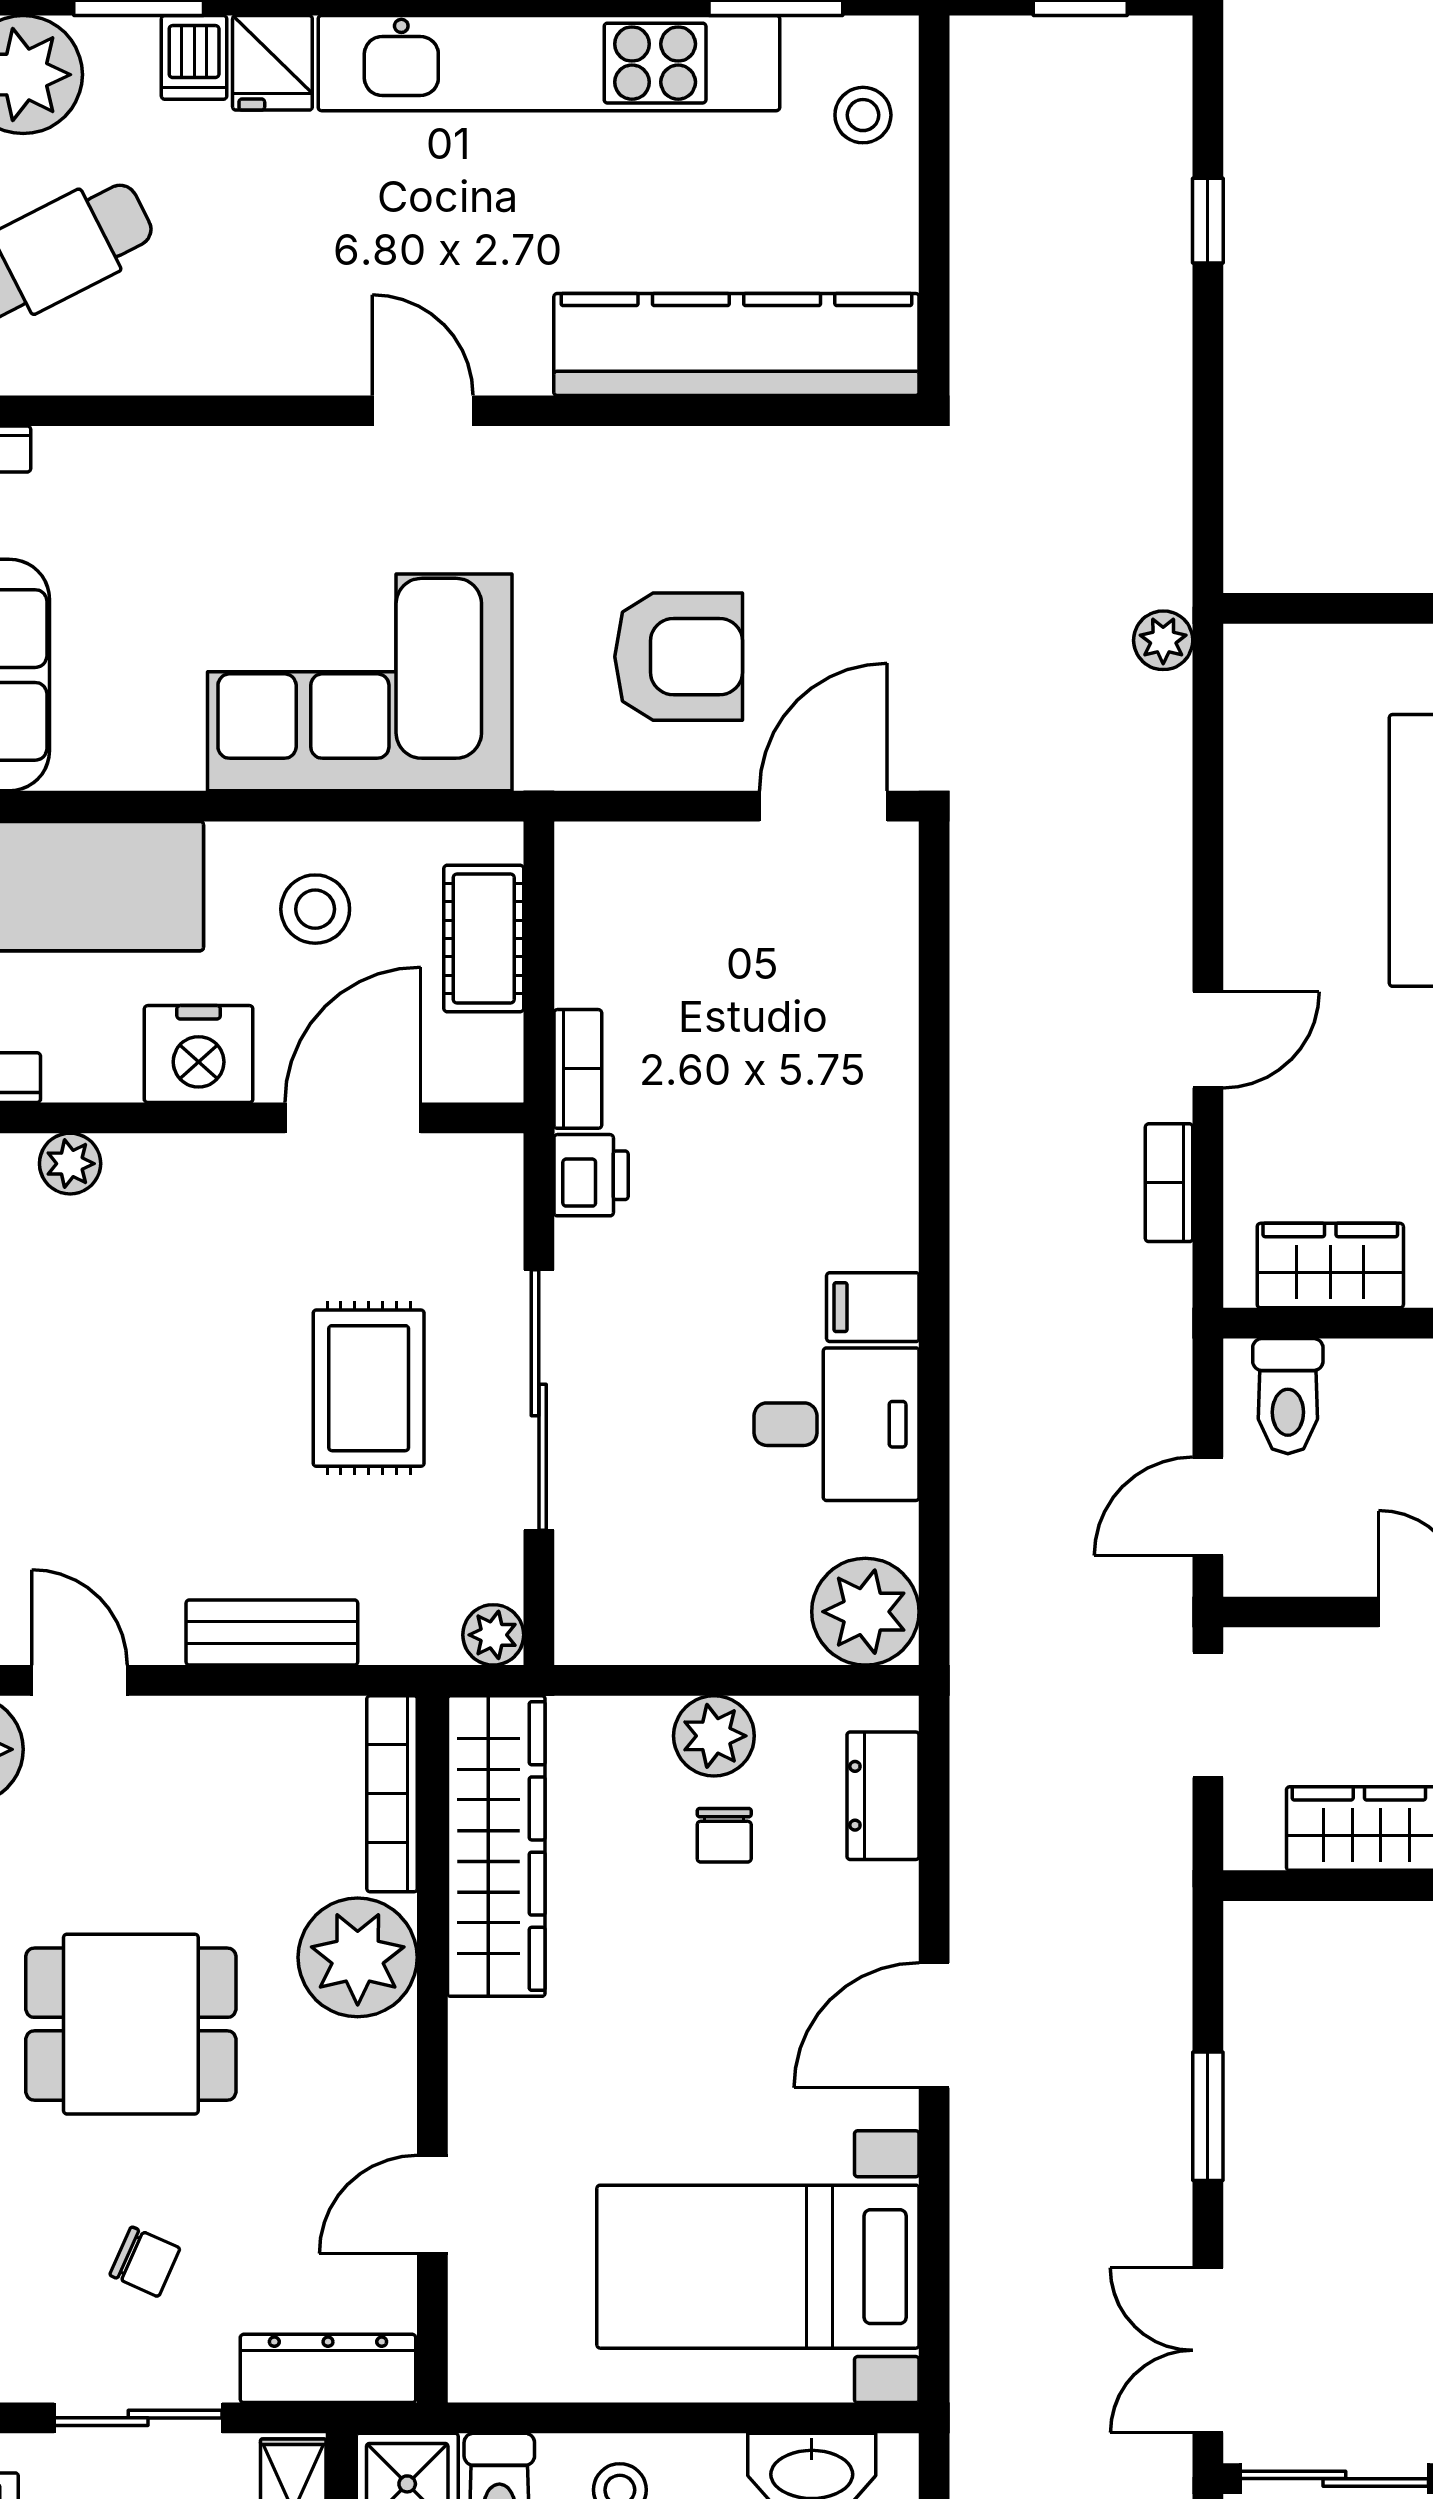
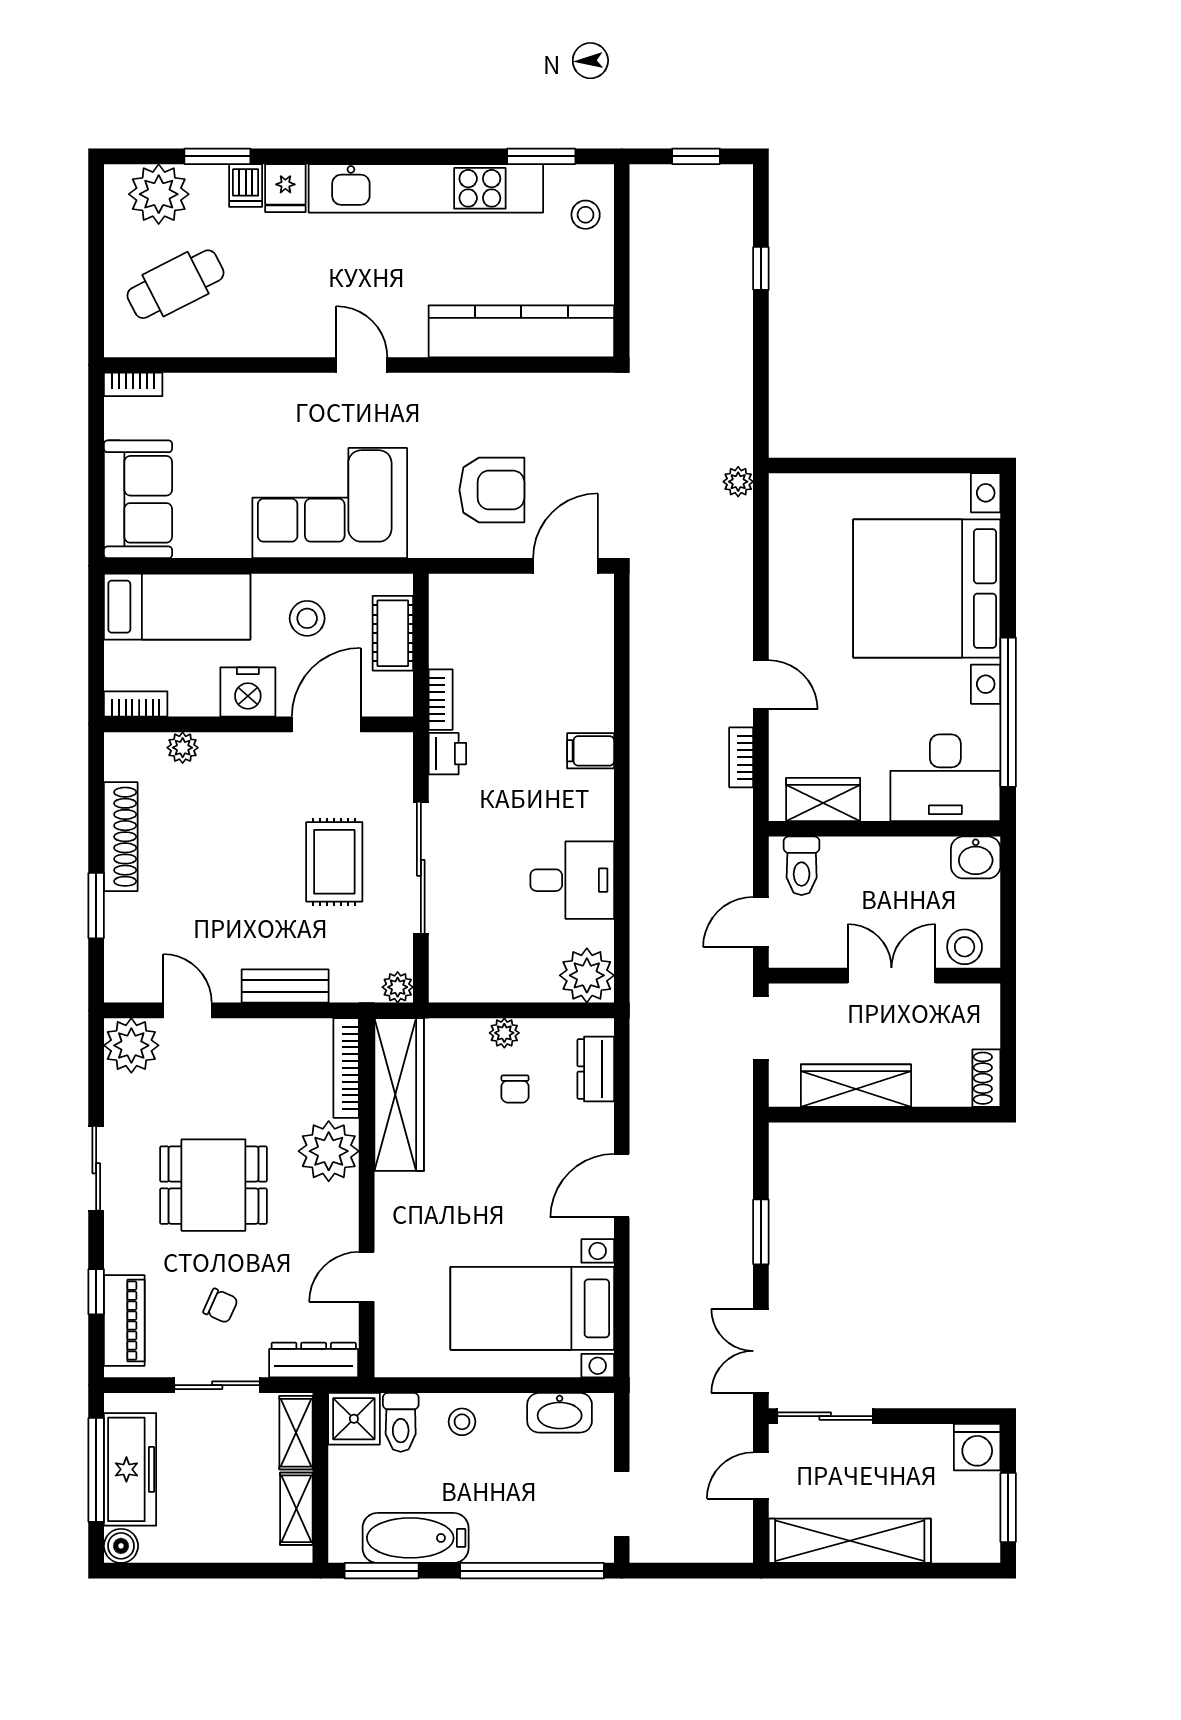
door: (1208, 1040) -> (761, 685), hinge flipped
filing cabinet: (873, 1307) -> (591, 751), moved
plant: (714, 1736) -> (504, 1033), width x0.73, depth x0.73

